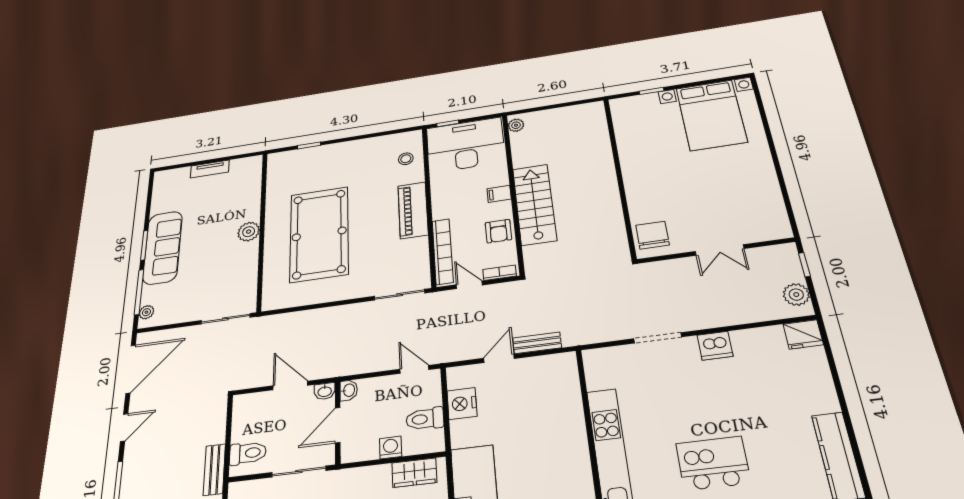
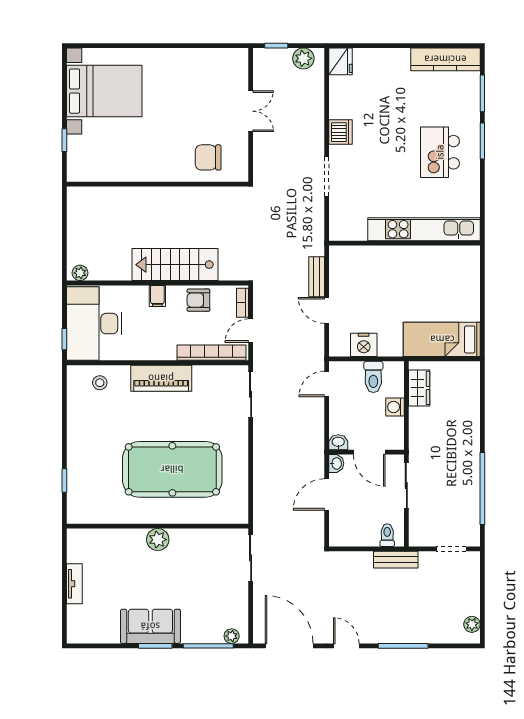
armchair: (498, 231) -> (198, 300), turned 180
chair: (652, 235) -> (208, 157), moved
sofa: (163, 247) -> (150, 626), width x0.73
toilet: (248, 453) -> (387, 535), width x0.73, depth x0.72

